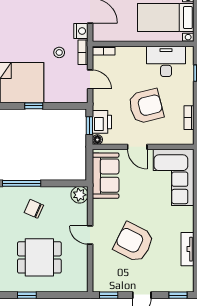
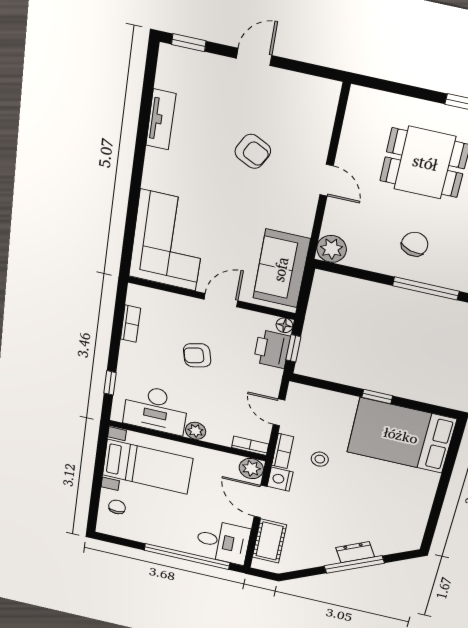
plant: (100, 34) -> (251, 469), added
plant: (139, 53) -> (196, 431), added
armchair: (146, 106) -> (197, 355), width x0.53, depth x0.53
door: (137, 147) -> (221, 300), hinge flipped
chair: (34, 209) -> (415, 244), turned -98
armchair: (134, 242) -> (253, 151), width x0.53, depth x0.53
window: (109, 295) -> (314, 70), removed

